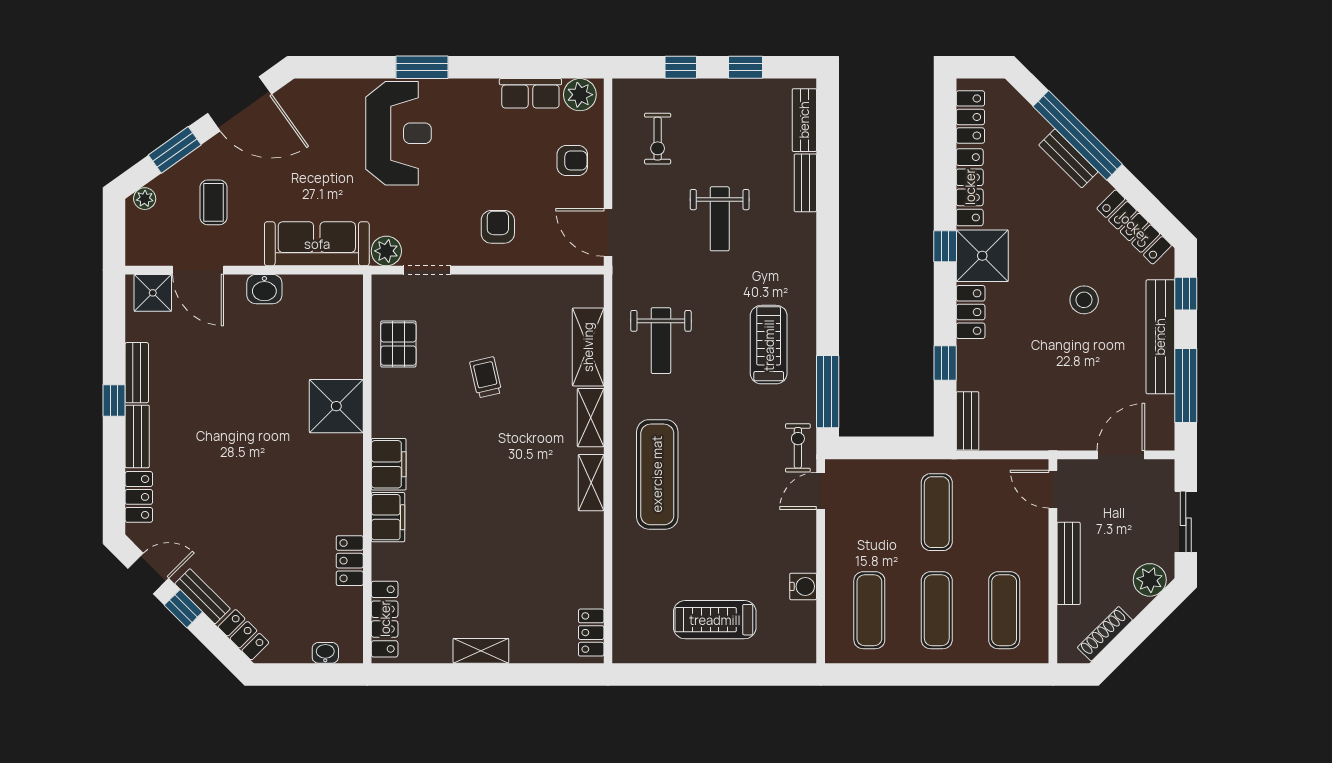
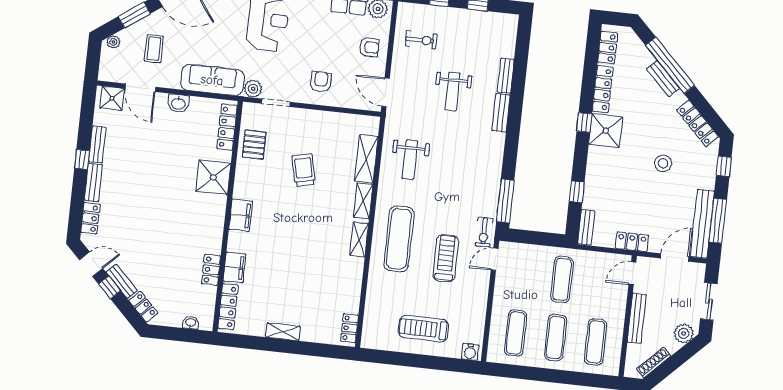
bench: (804, 120) -> (501, 113), moved
exercise bike: (658, 139) -> (421, 40), turned -90
locker: (971, 312) -> (632, 242), moved, turned -90
locker: (350, 320) -> (227, 127), added
bench: (1160, 337) -> (702, 224), moved
treadmill: (769, 345) -> (446, 258), moved
trolley: (486, 377) -> (304, 170), width x1.36, depth x1.39
exercise bike: (798, 448) -> (484, 232), turned 180
door: (1053, 489) -> (632, 273), hinge flipped
filing cabinet: (388, 517) -> (234, 267), moved
water cooler: (803, 586) -> (470, 352), moved, turned 90

